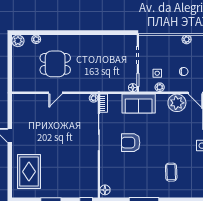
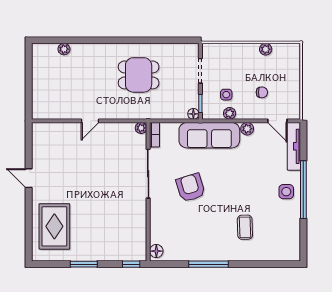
plant: (18, 41) -> (40, 51), removed
dining table: (55, 64) -> (139, 75), moved
plant: (177, 103) -> (247, 129), width x0.53, depth x0.53
sofa: (139, 104) -> (209, 135), width x1.36
armchair: (131, 143) -> (191, 188), turned 73

